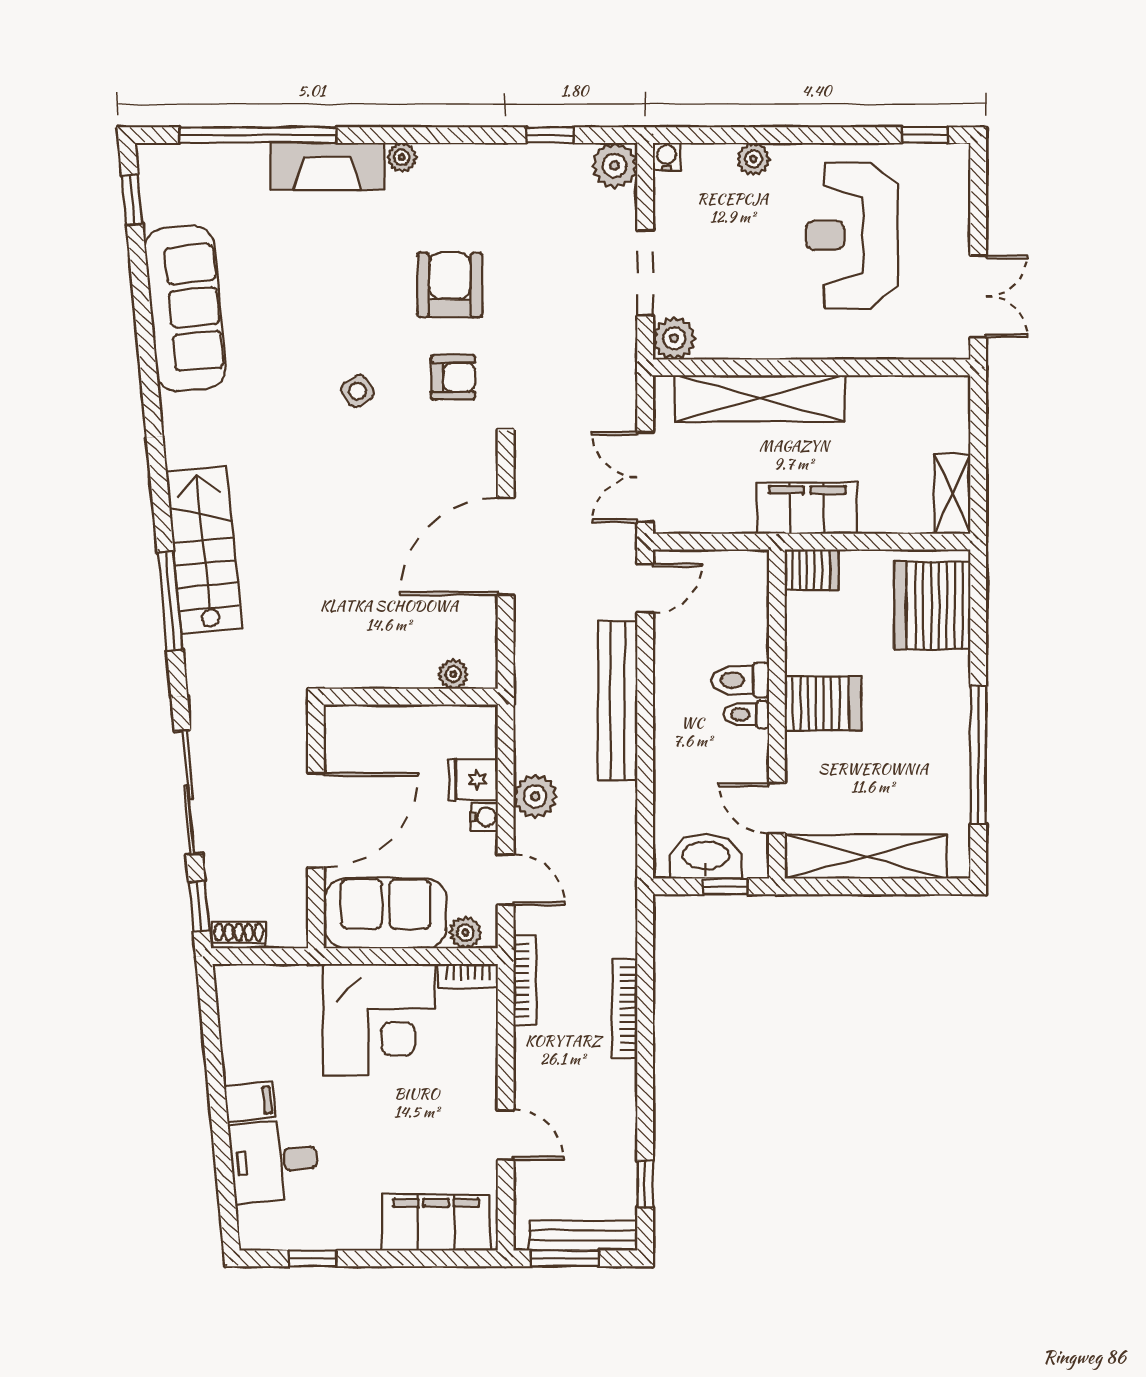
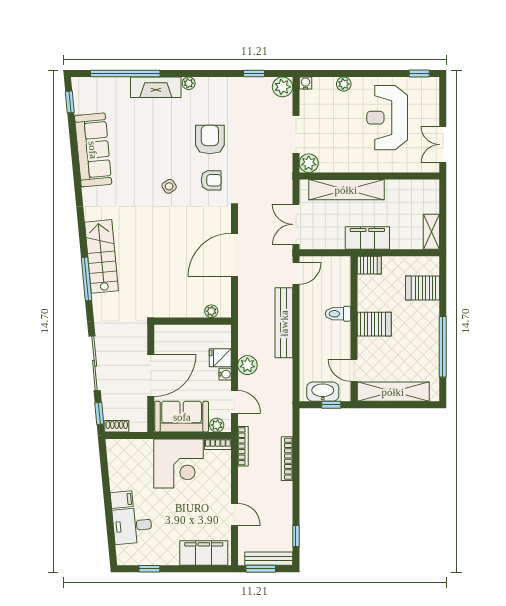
double door: (978, 296) -> (443, 145), swing flipped
server rack: (932, 605) -> (423, 288), width x0.62
toilet: (746, 714) -> (341, 329), removed

